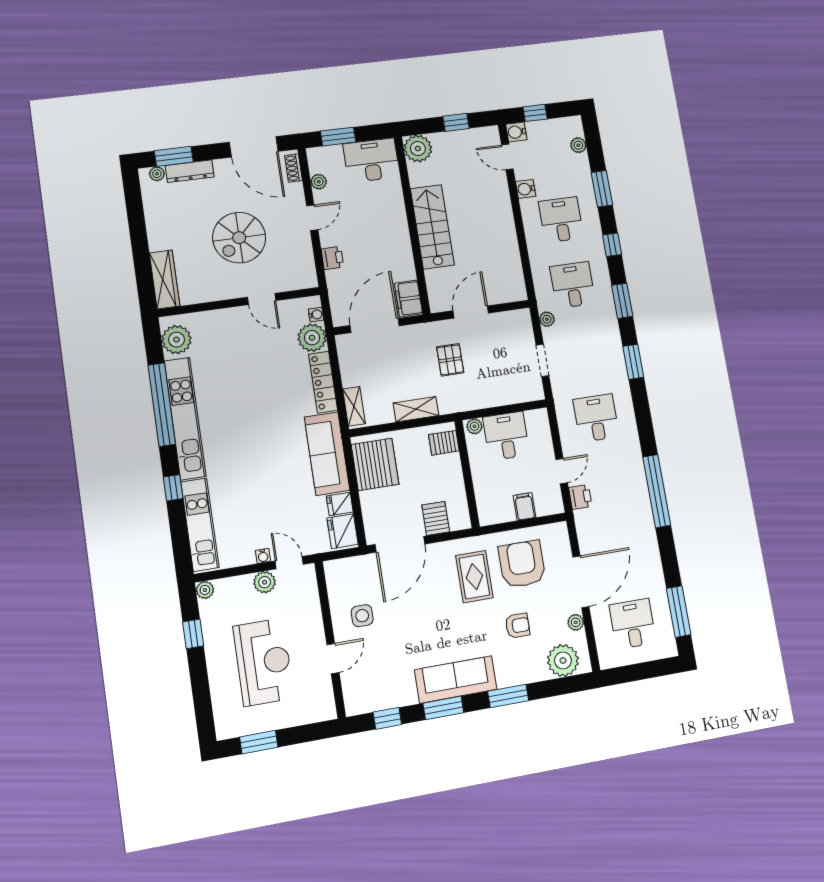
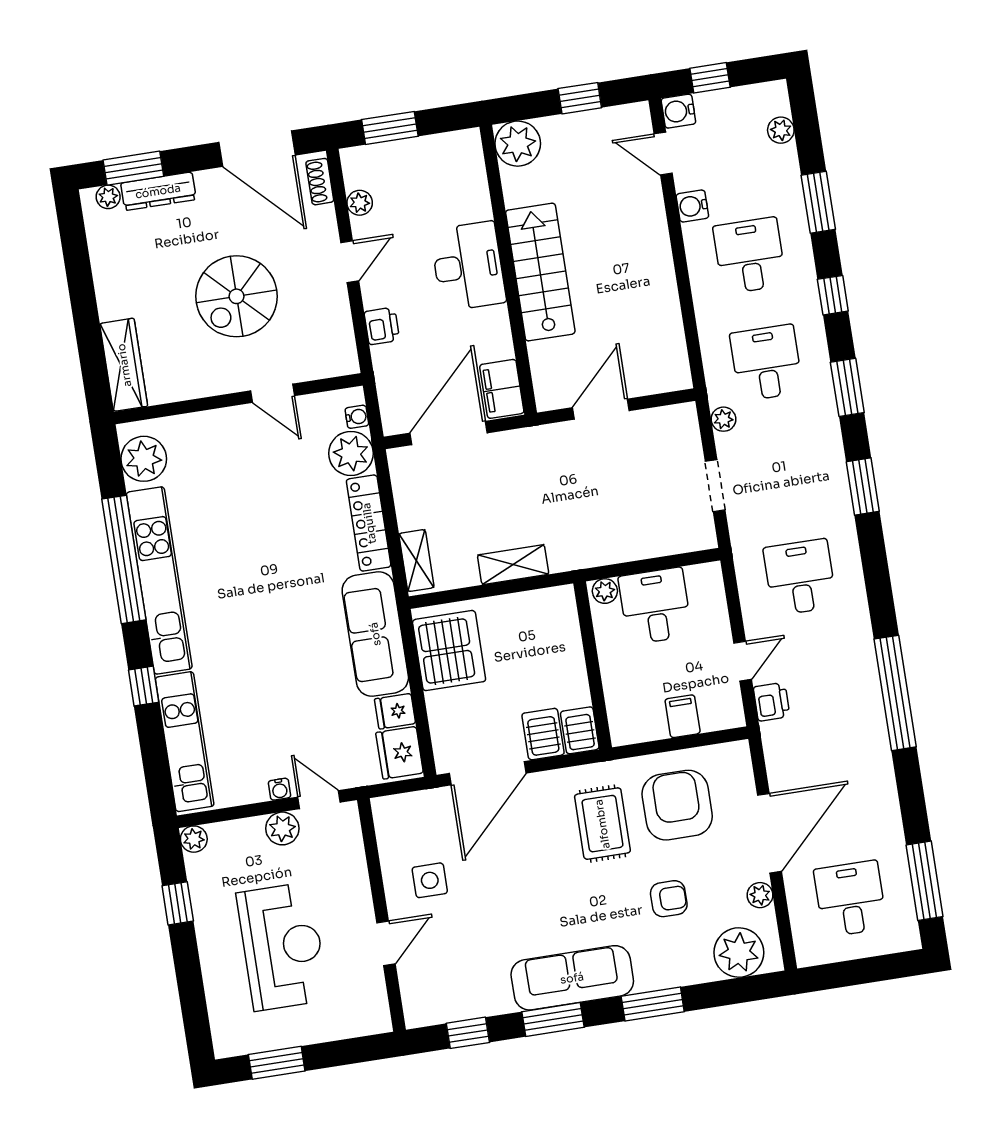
desk: (371, 160) -> (468, 266), moved, turned 90
pallet: (450, 360) -> (567, 486), removed
server rack: (444, 443) -> (580, 730), moved, turned 90

